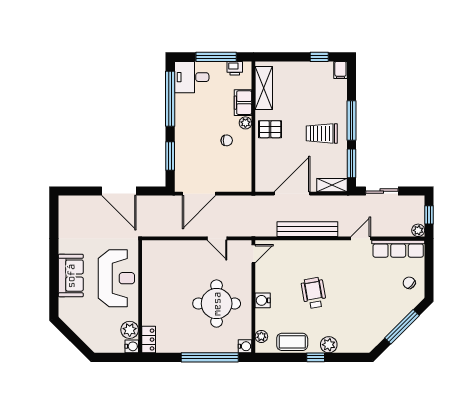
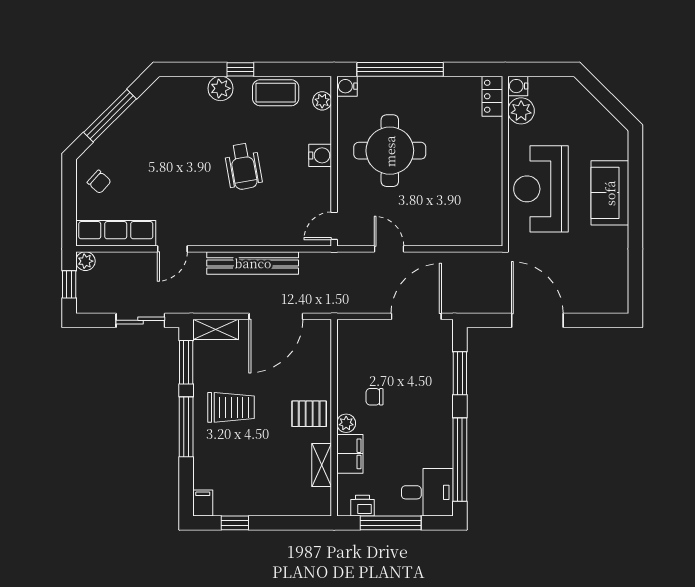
shelving: (264, 88) -> (322, 465), width x0.67, depth x0.75

